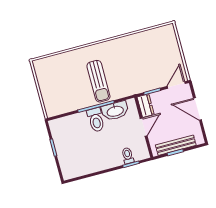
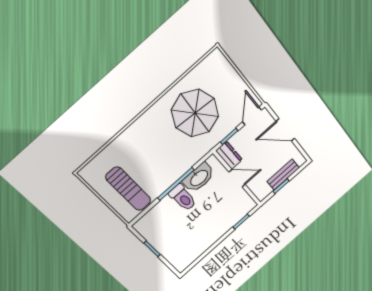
parasol: (135, 62) -> (195, 113), added
sun lounger: (98, 81) -> (128, 189), moved
door: (144, 127) -> (237, 178), hinge flipped
bench: (176, 145) -> (283, 175), width x0.73
toilet: (128, 156) -> (234, 215), removed

